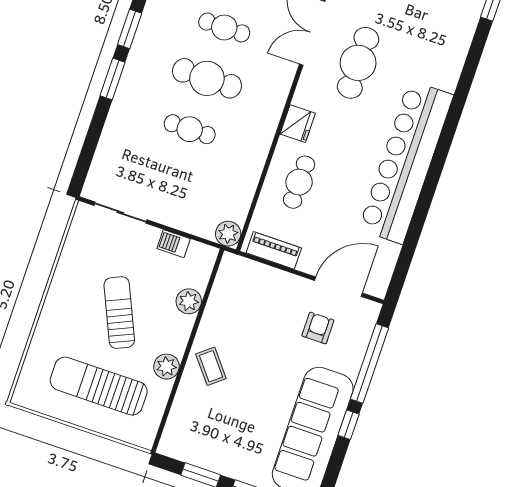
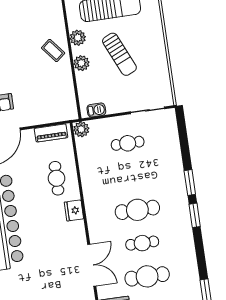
cafe table: (358, 63) -> (58, 262), removed
cafe table: (190, 129) -> (128, 143), moved
barbecue: (174, 244) -> (96, 110), moved
plant: (189, 301) -> (81, 63), moved

